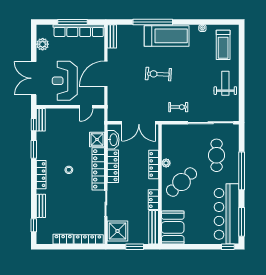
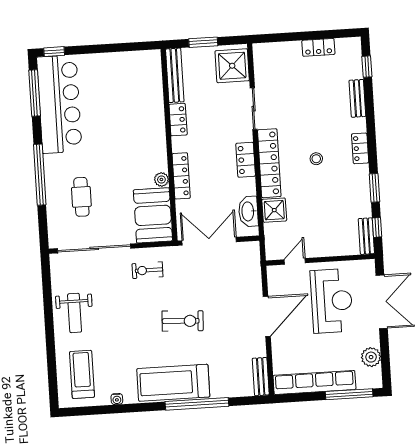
window: (72, 22) -> (349, 394), moved
cafe table: (217, 155) -> (81, 197), width x0.73, depth x0.74
locker: (113, 166) -> (246, 160), width x0.66
locker: (41, 175) -> (360, 148), width x0.66
cafe table: (182, 182) -> (135, 151), removed
booth: (173, 227) -> (153, 215), moved
locker: (89, 239) -> (278, 50), removed

